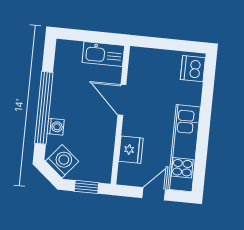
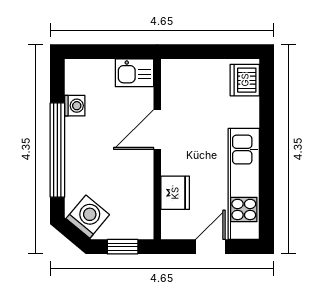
kitchen sink: (103, 54) -> (134, 73), width x0.73
door: (122, 100) -> (157, 130), hinge flipped
washing machine: (55, 127) -> (75, 106), moved

